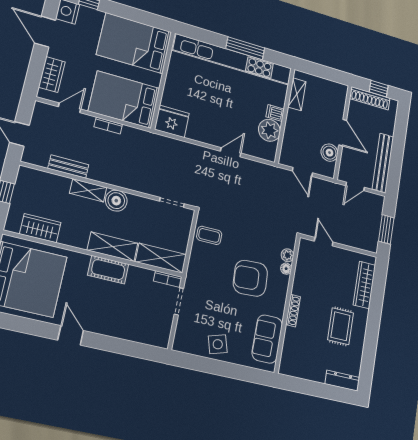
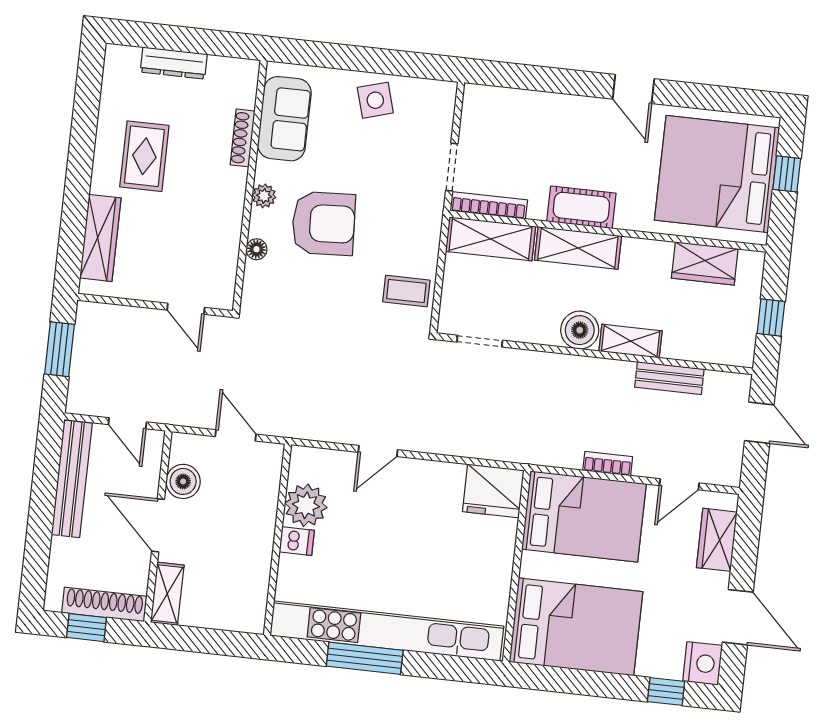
shelving: (297, 94) -> (167, 594), moved
door: (355, 186) -> (127, 423), swing flipped
plant: (288, 255) -> (264, 196), moved
bookcase: (168, 279) -> (489, 205), width x1.56
shoe rack: (293, 311) -> (243, 138), moved
dresser: (342, 381) -> (174, 63), moved

